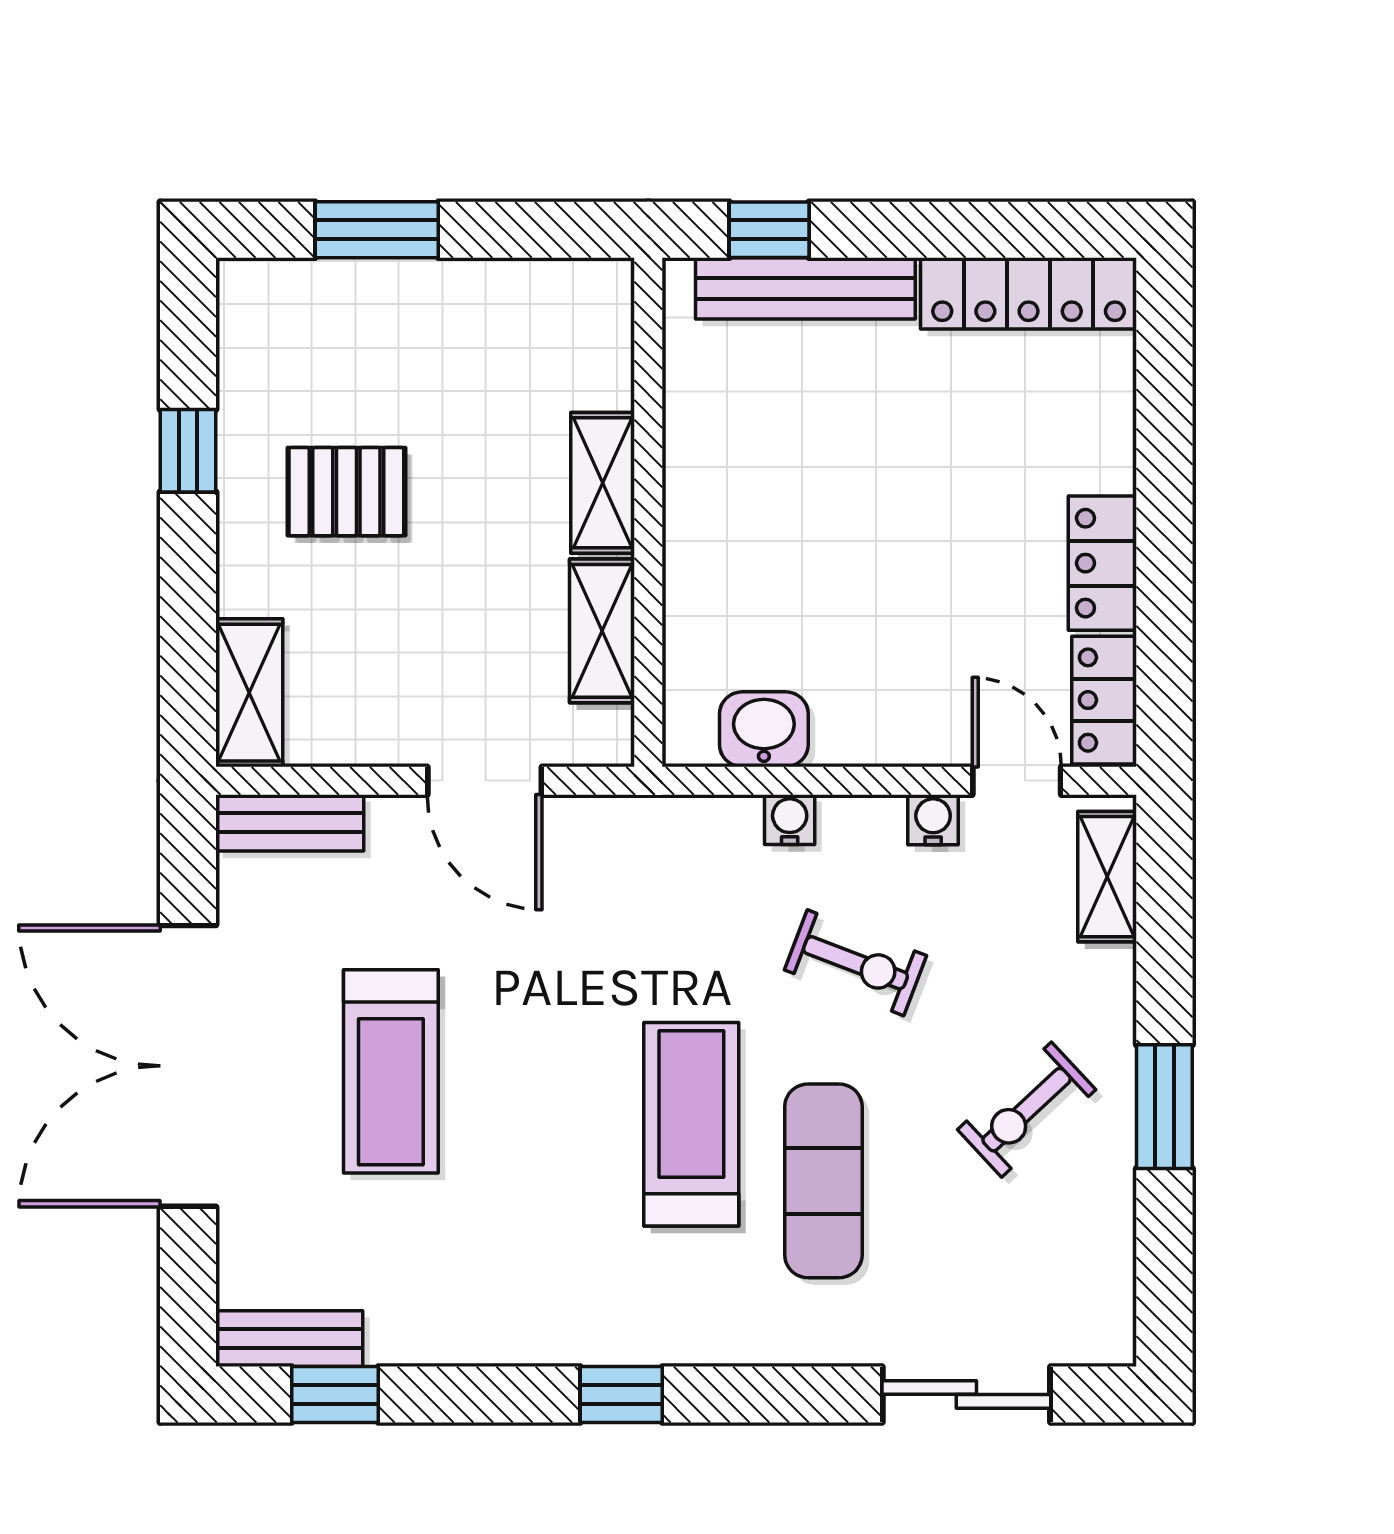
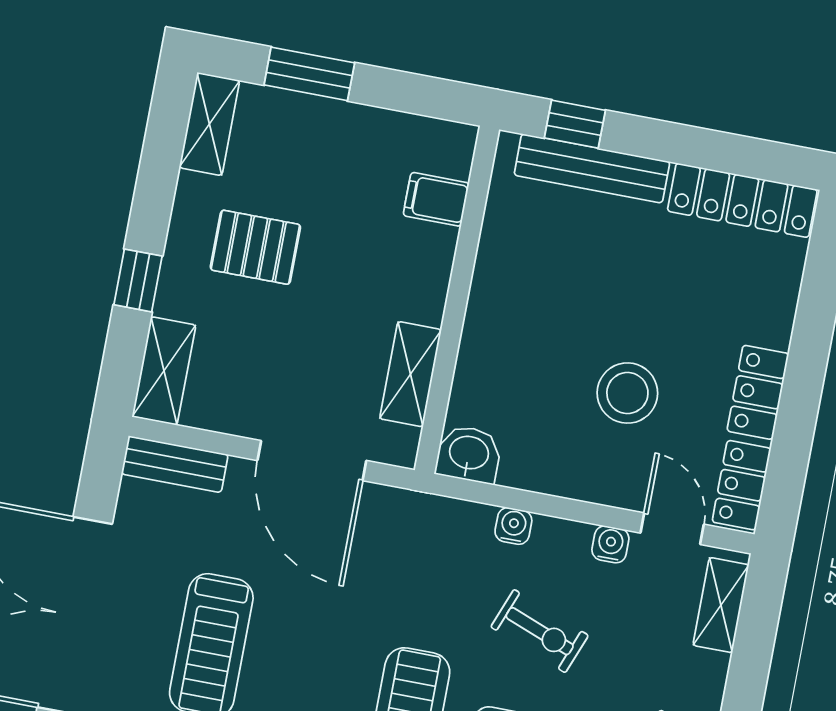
filing cabinet: (591, 374) -> (436, 199), added
window: (188, 451) -> (138, 280), moved
shelving: (603, 483) -> (209, 124), moved
stool: (917, 599) -> (627, 393), added
washbasin: (764, 729) -> (469, 454), moved
door: (485, 781) -> (312, 461), width x1.36

